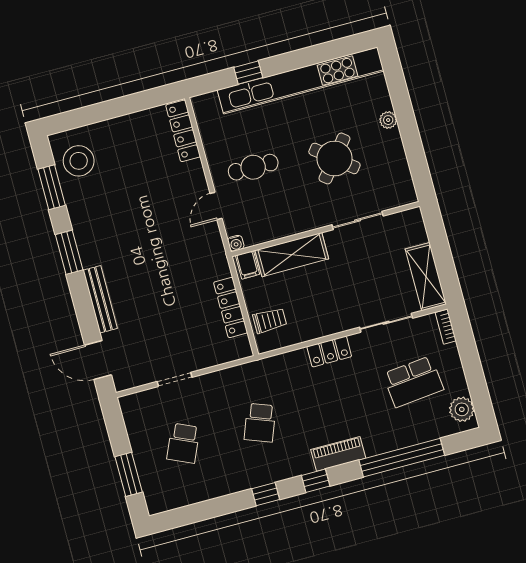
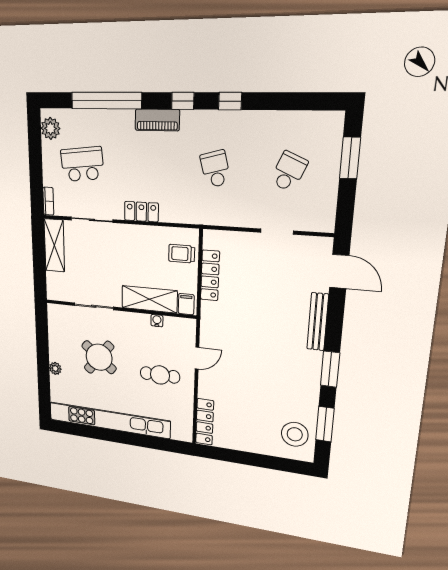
window: (248, 72) -> (144, 441), removed
water cooler: (236, 243) -> (157, 321), moved
school desk: (260, 423) -> (215, 169), turned -36

